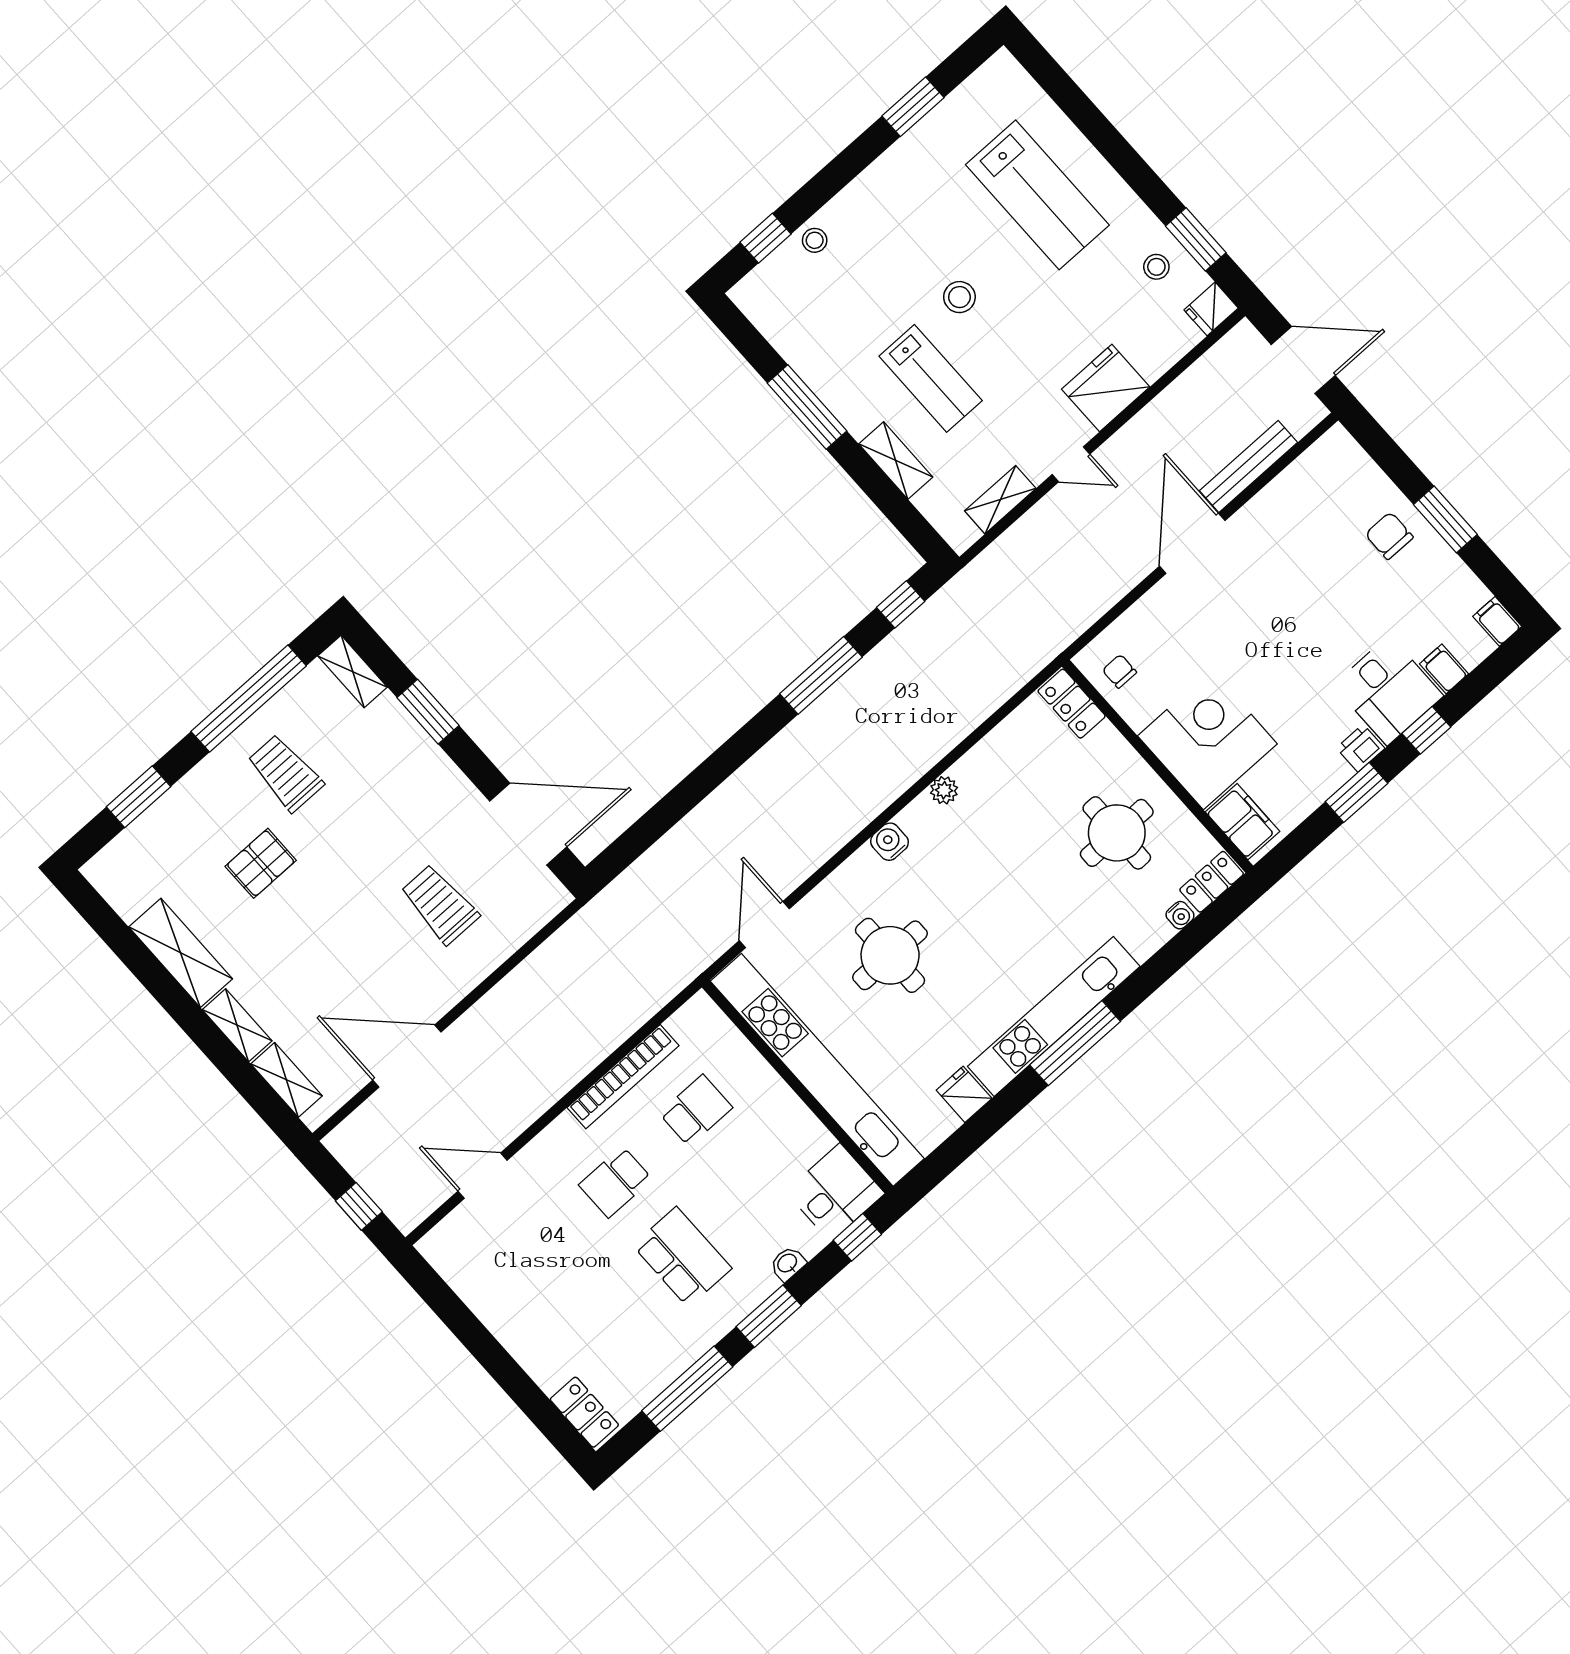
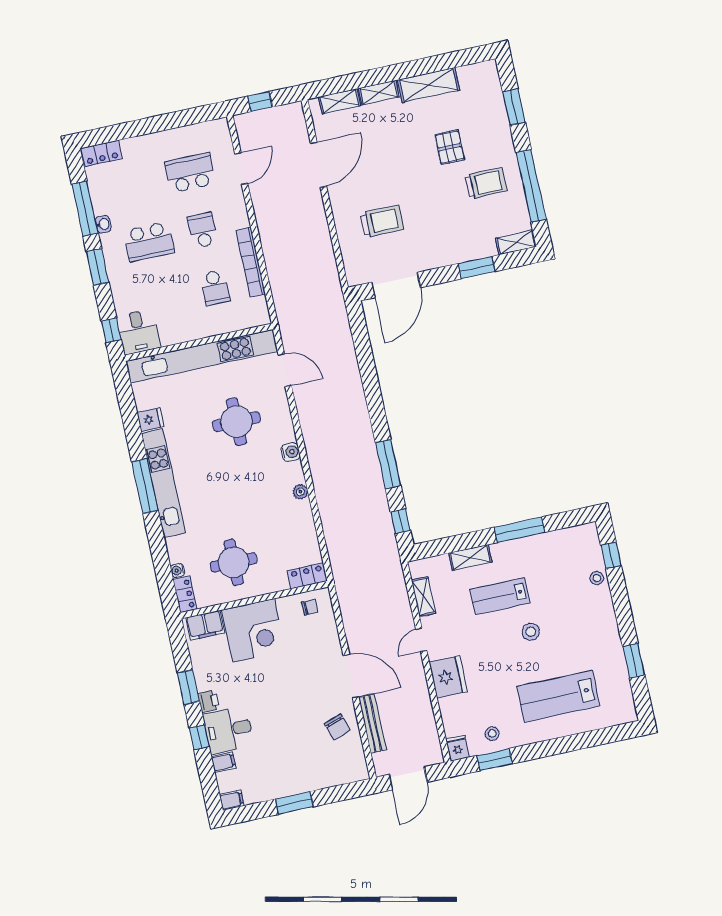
chair: (1389, 536) -> (338, 727), moved, turned 71
school desk: (535, 1253) -> (190, 173), added
washbasin: (788, 1264) -> (103, 224), moved

